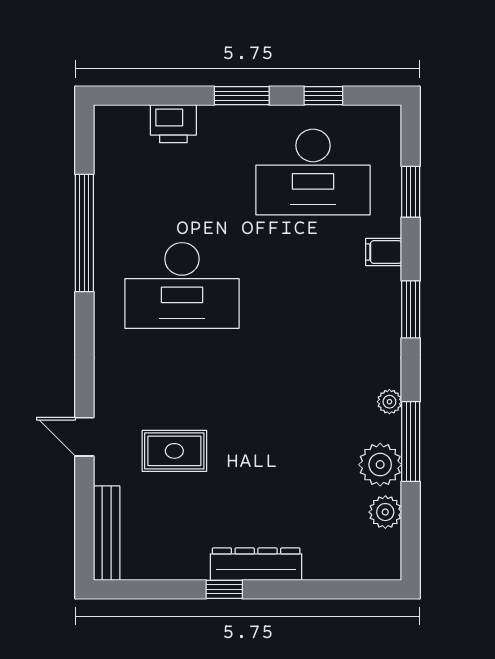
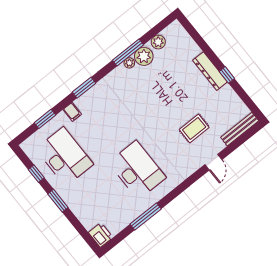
printer: (173, 124) -> (101, 235), moved
window: (84, 233) -> (146, 216), width x0.68
plant: (389, 402) -> (129, 63), moved
rug: (174, 451) -> (194, 128), turned 90

